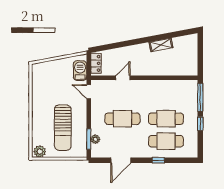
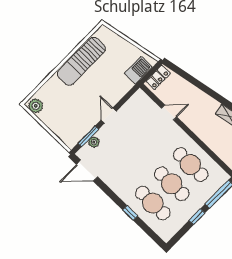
door: (89, 92) -> (109, 116), moved
cafe table: (122, 119) -> (191, 165), moved
sun lounger: (63, 128) -> (81, 61), moved
door: (121, 160) -> (87, 171), moved

